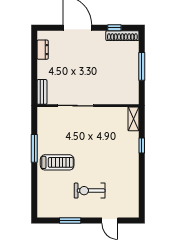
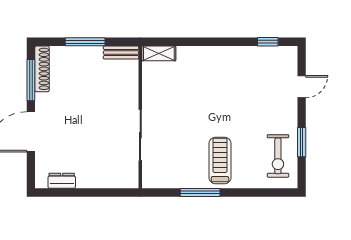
window: (114, 28) -> (31, 80), width x2.17
bench: (42, 92) -> (121, 53), moved
window: (142, 146) -> (268, 42), moved
exercise bike: (90, 191) -> (278, 156), moved

